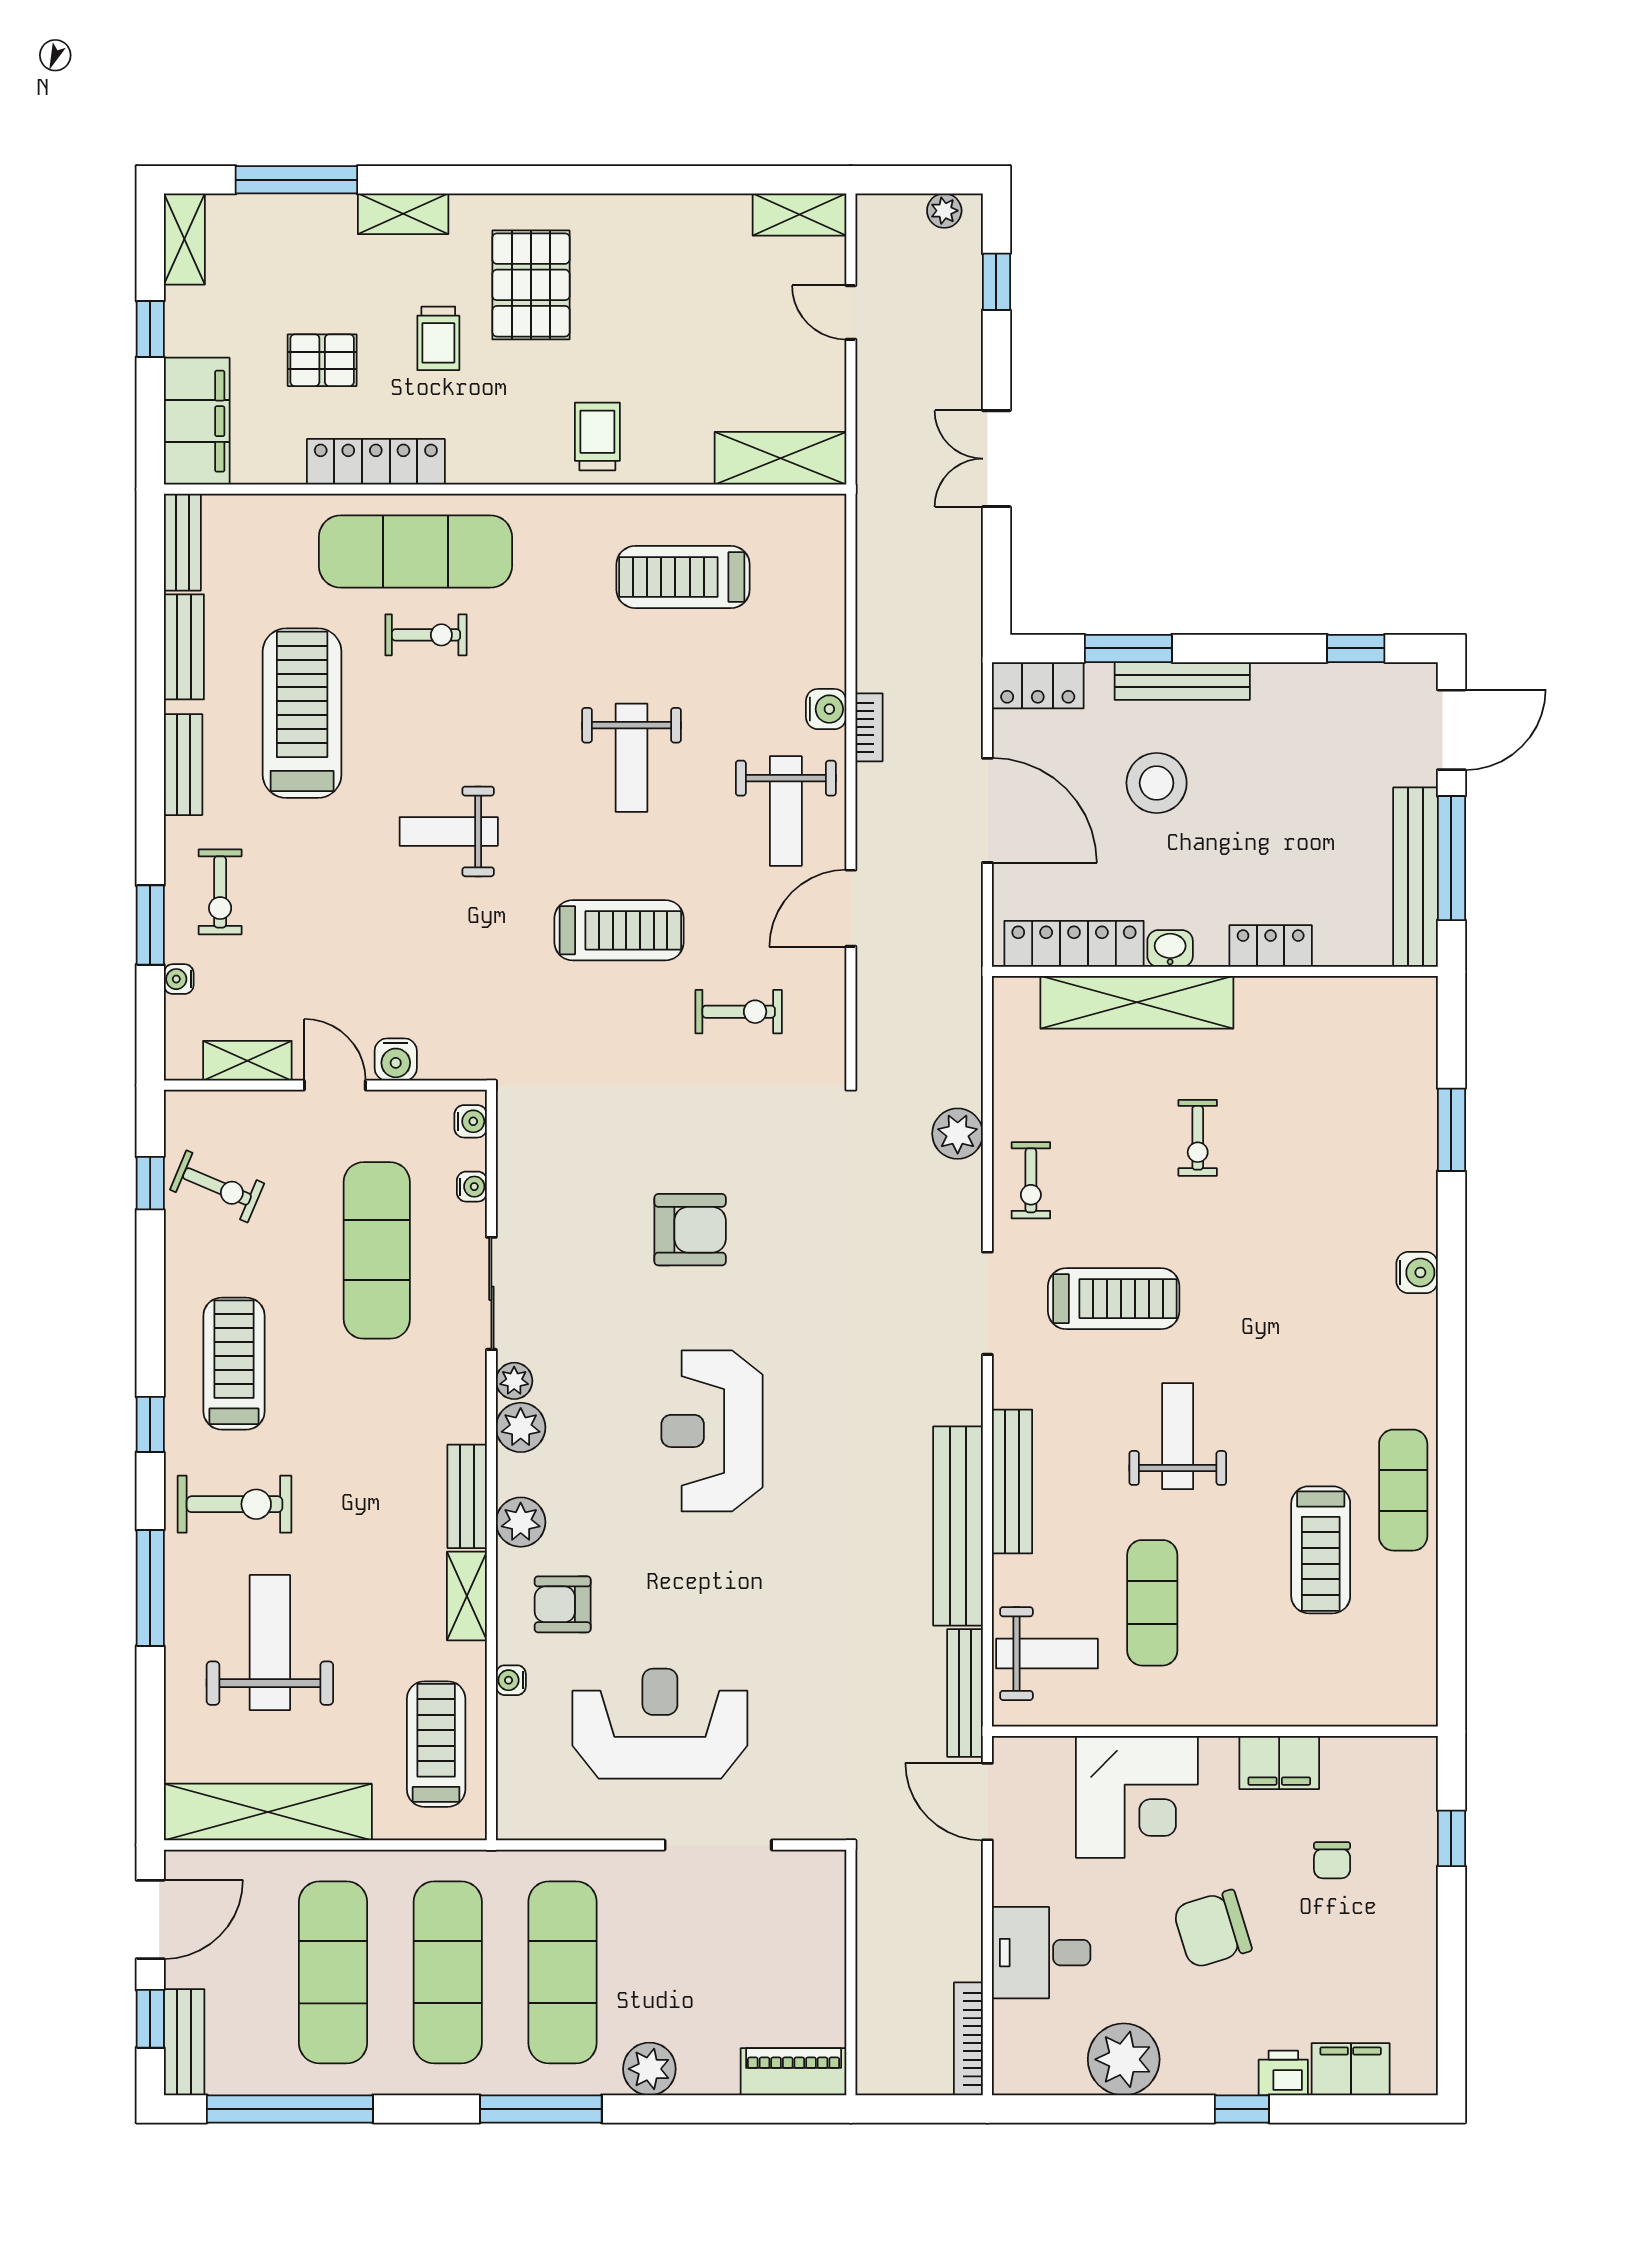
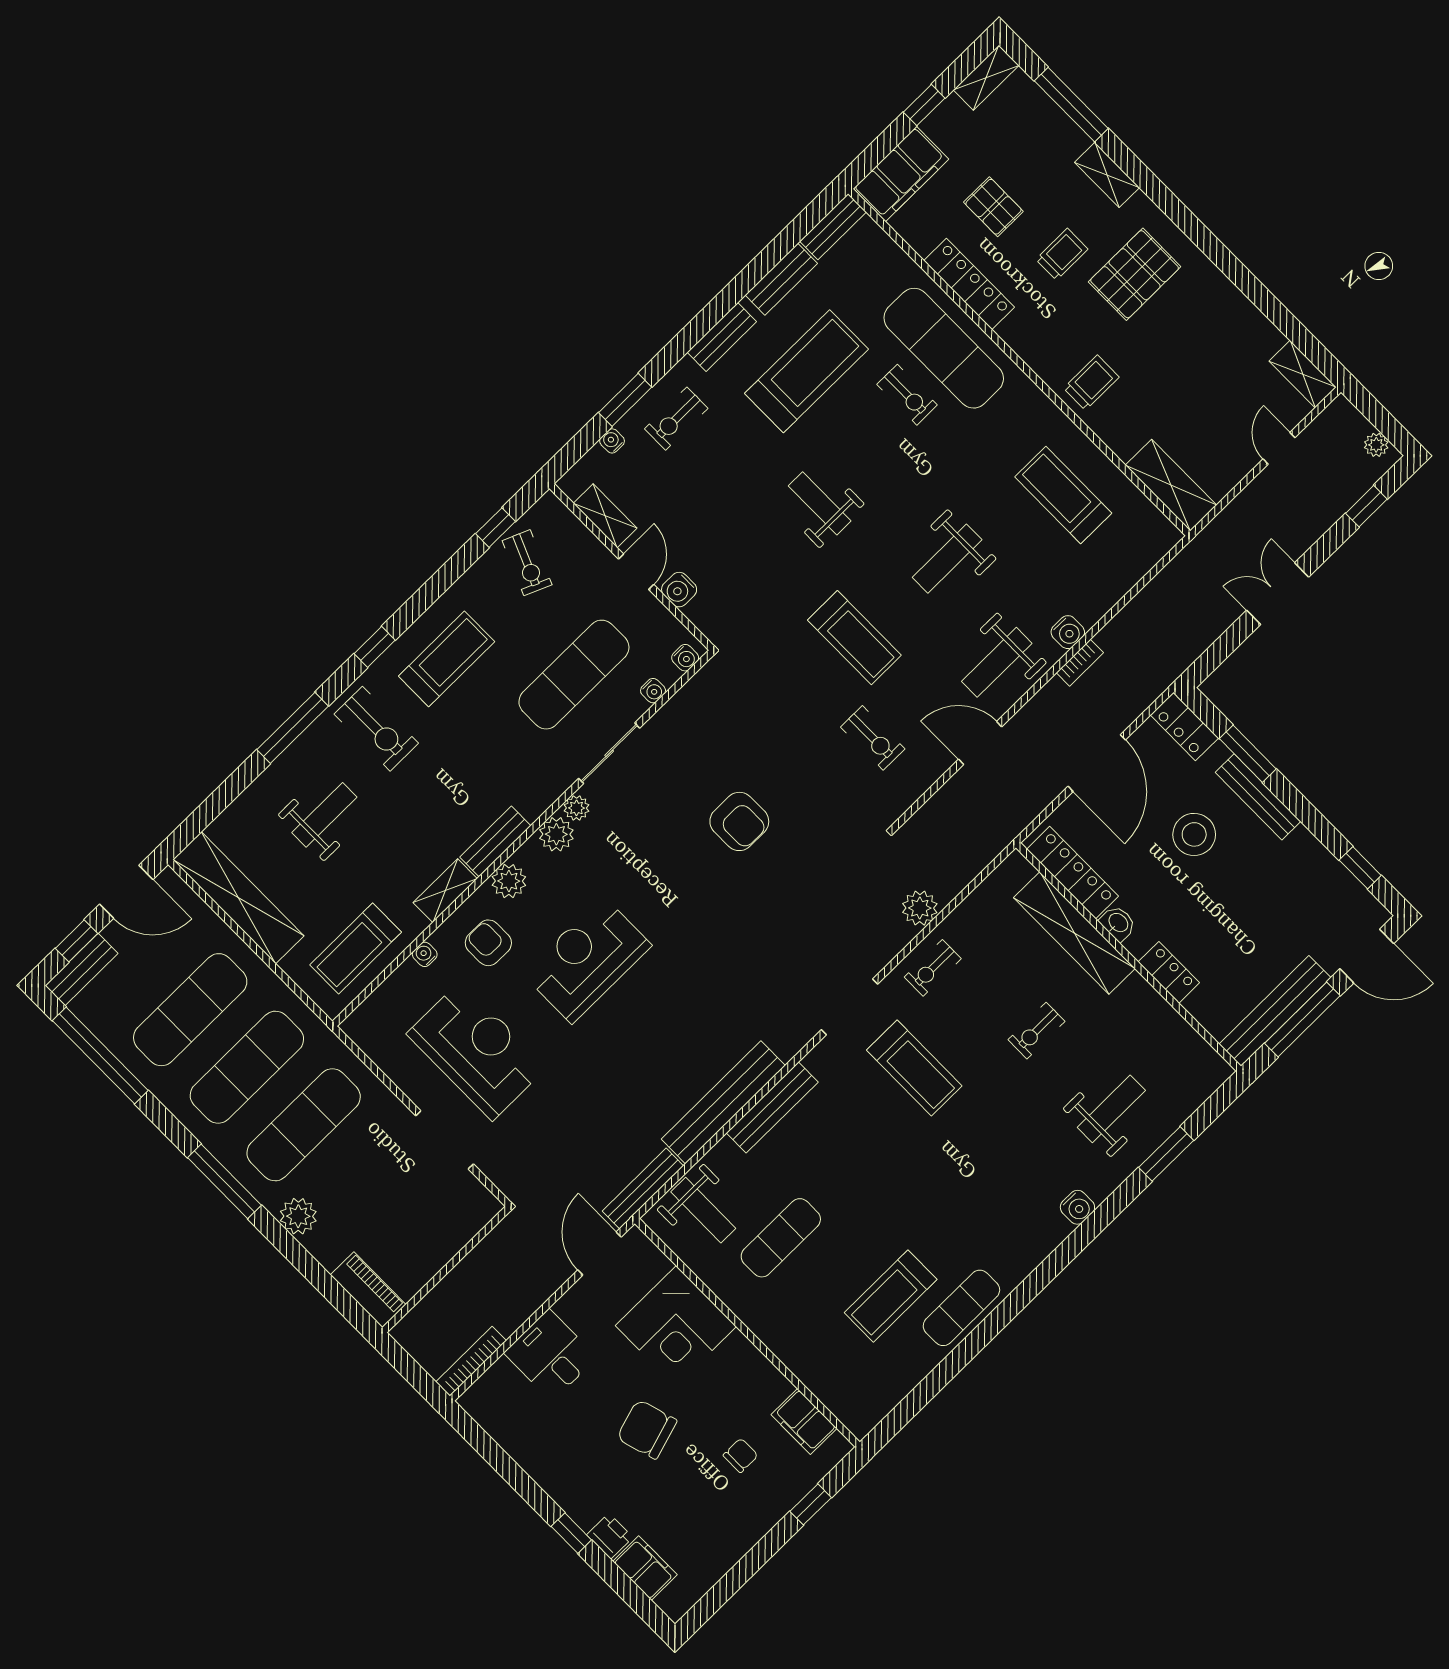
trolley: (438, 338) -> (1062, 254), turned 180
reception desk: (712, 1431) -> (587, 960), moved
weight bench: (1178, 1436) -> (1111, 1109), moved
weight bench: (270, 1643) -> (324, 815), width x0.73, depth x0.75
treadmill: (436, 1744) -> (356, 948), turned 180
filing cabinet: (1279, 1762) -> (804, 1422), moved
chair: (1332, 1860) -> (741, 1455), turned 180
plant: (1124, 2059) -> (538, 1449), removed

